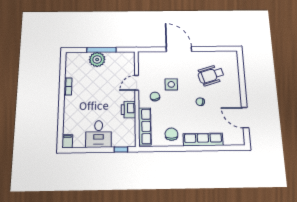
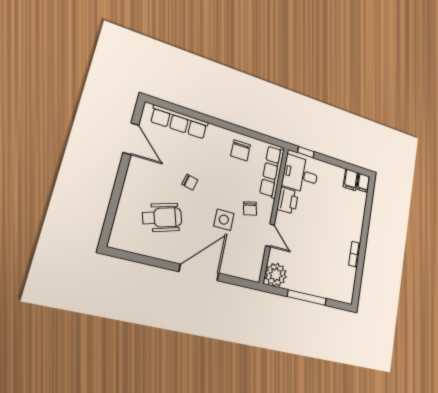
door: (179, 49) -> (199, 272), swing flipped
plant: (97, 59) -> (276, 275), moved
door: (137, 83) -> (270, 235), hinge flipped
desk: (99, 134) -> (300, 174), moved, turned -90
filing cabinet: (79, 140) -> (351, 180), added
row of seats: (203, 140) -> (179, 122), moved

